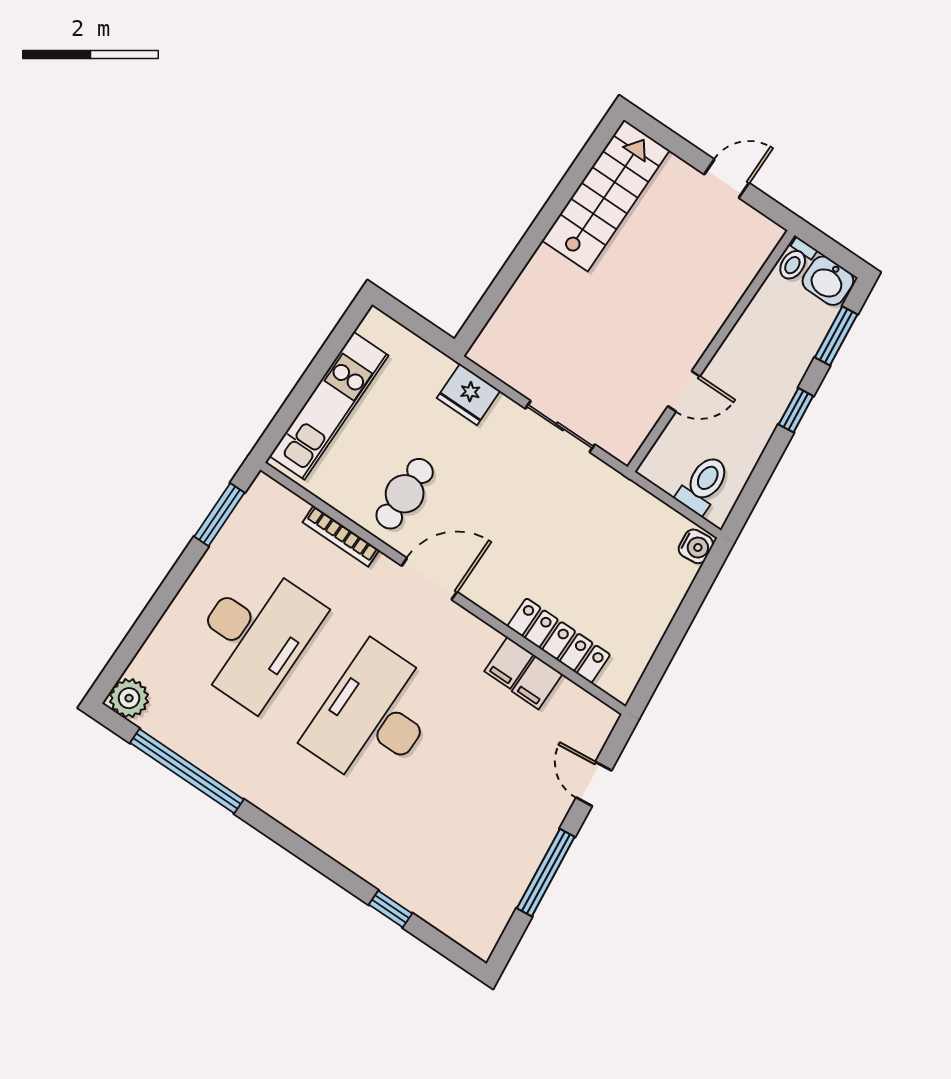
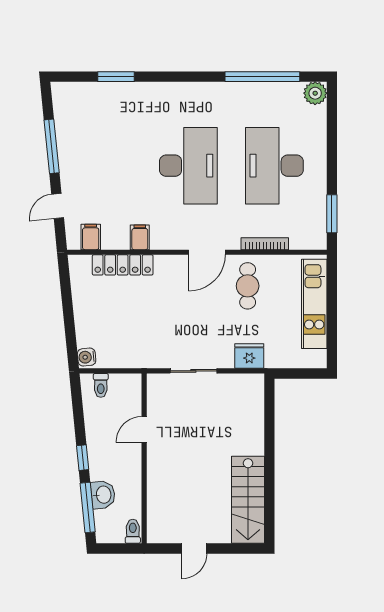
washbasin: (828, 281) -> (103, 495), moved, turned 84
window: (836, 336) -> (88, 508), width x1.44
toilet: (703, 484) -> (101, 385), width x0.73, depth x0.72
filing cabinet: (537, 683) -> (91, 237), moved
door: (594, 784) -> (58, 206), swing flipped
window: (390, 909) -> (116, 77), width x1.50

